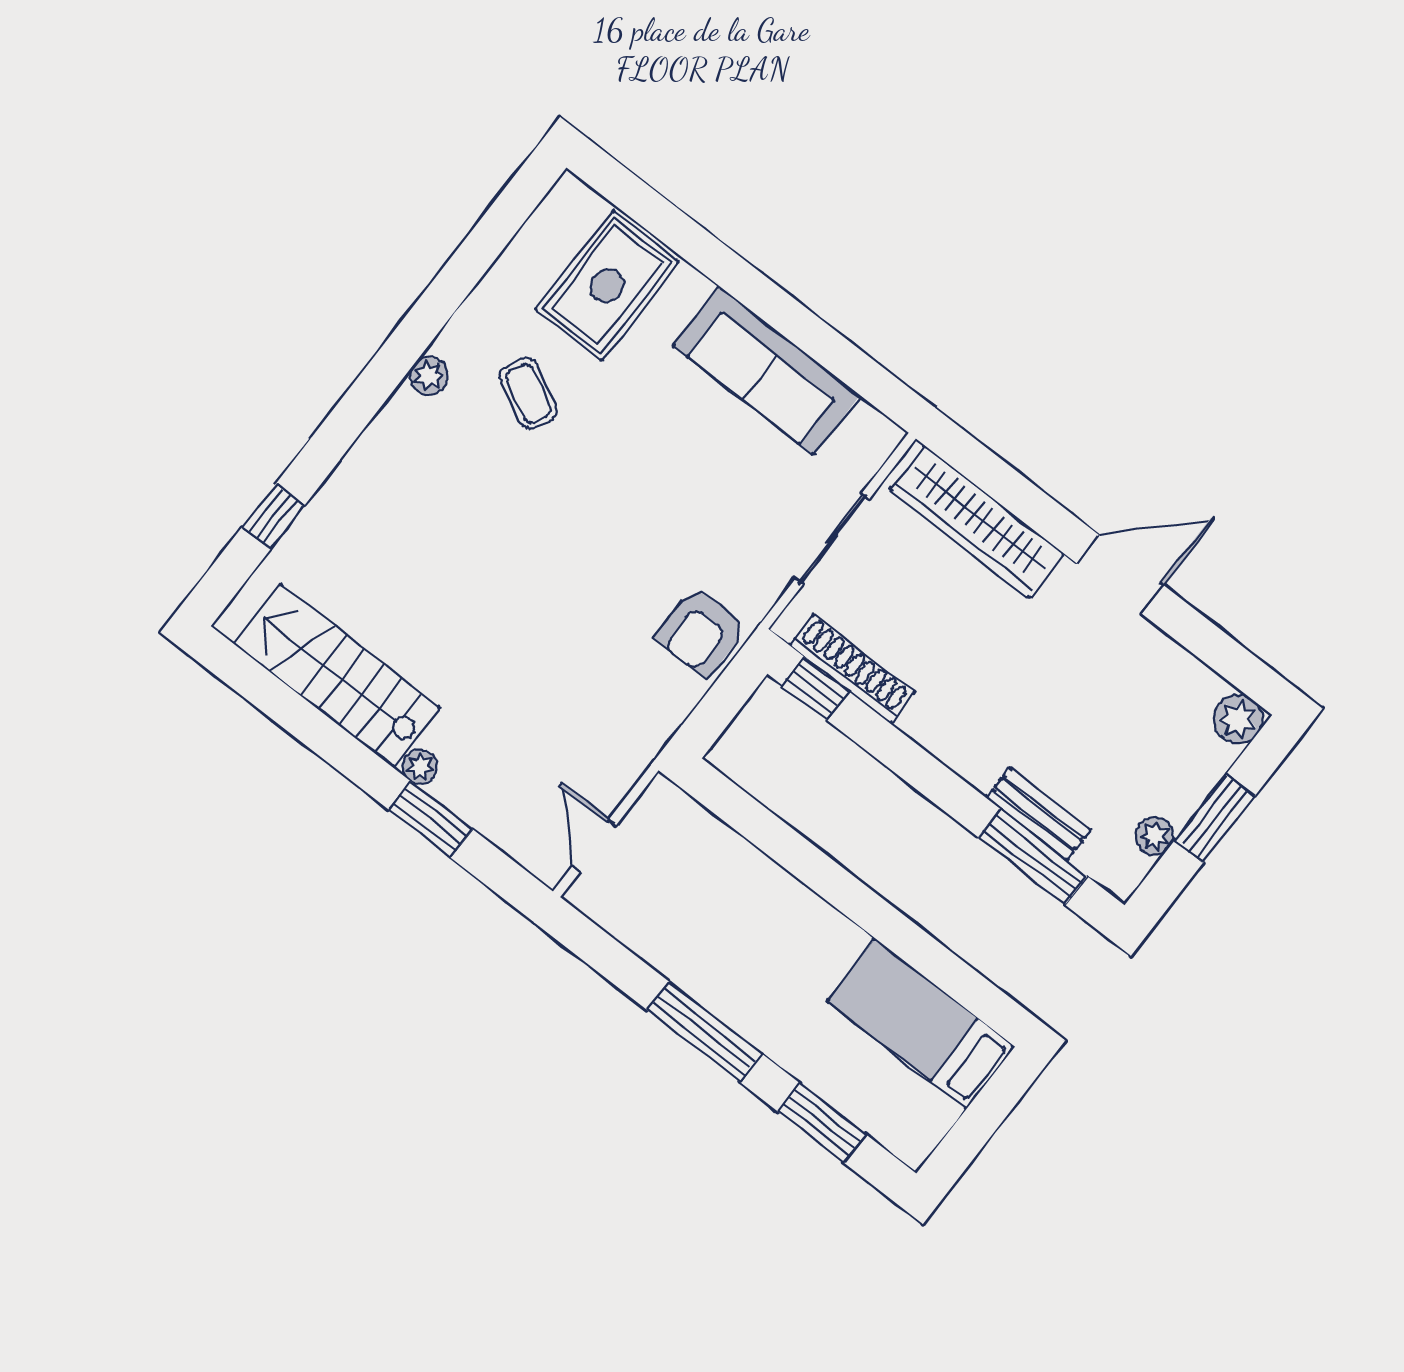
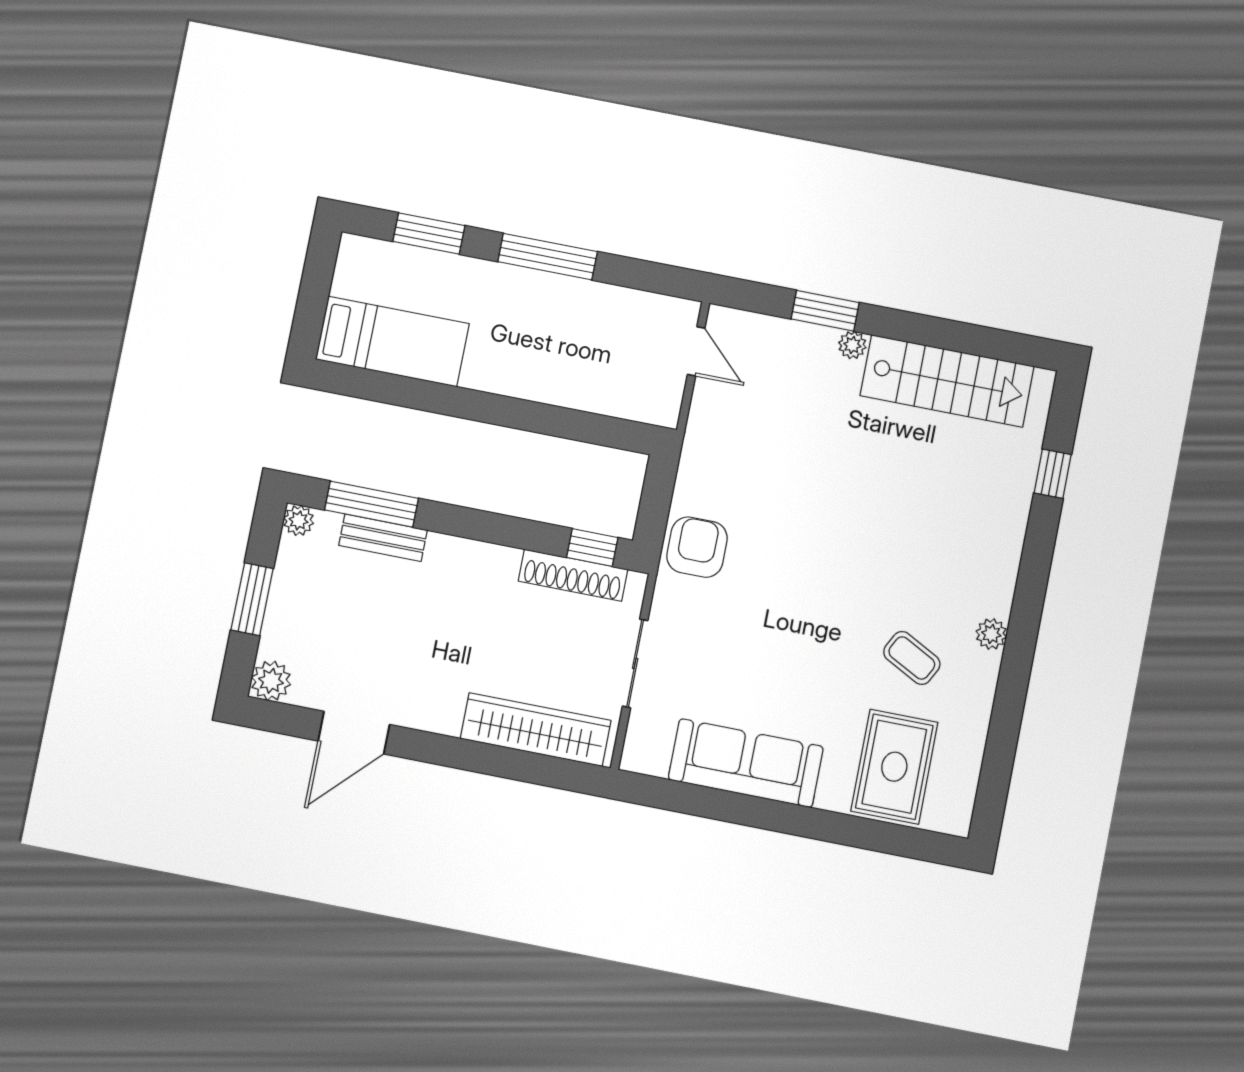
door: (1120, 574) -> (354, 733), moved
plant: (1155, 836) -> (299, 520), moved

